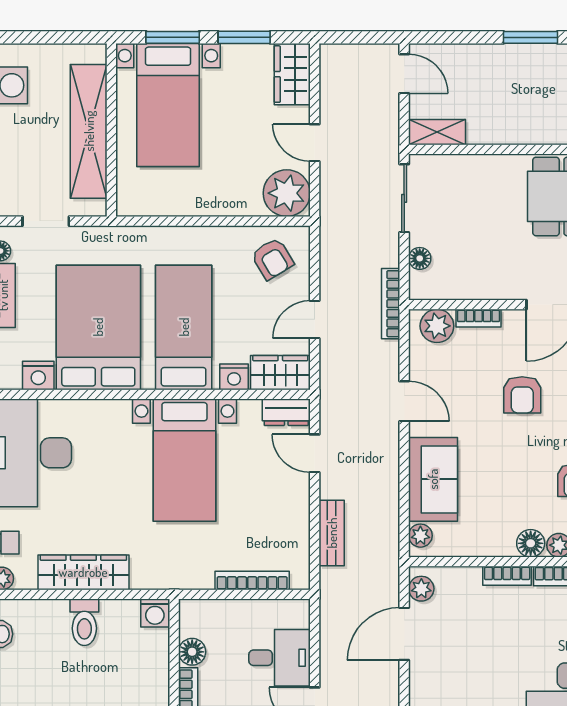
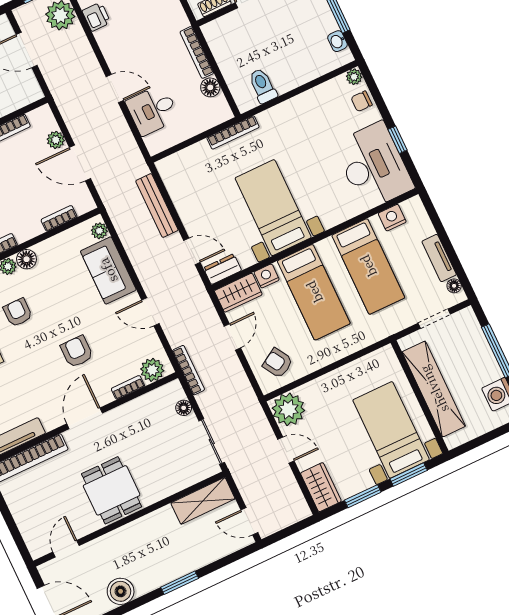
shelving: (437, 132) -> (203, 501), width x1.50, depth x1.33
bed: (98, 327) -> (368, 266), width x0.67
bench: (332, 533) -> (157, 205), width x1.36
wardrobe: (83, 572) -> (304, 105), removed
bookcase: (507, 576) -> (59, 218), moved
bookcase: (252, 580) -> (233, 132), moved
plant: (421, 589) -> (56, 140), moved
washing machine: (155, 613) -> (246, 101), removed
toilet: (84, 622) -> (263, 86), moved
door: (404, 634) -> (80, 163), swing flipped

